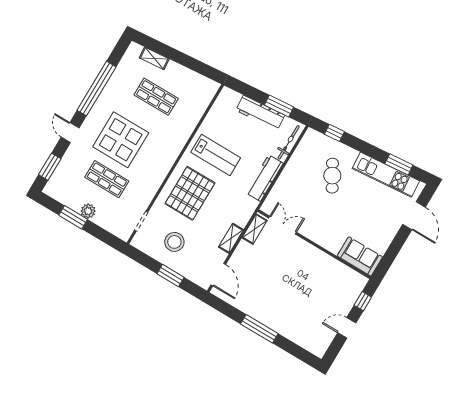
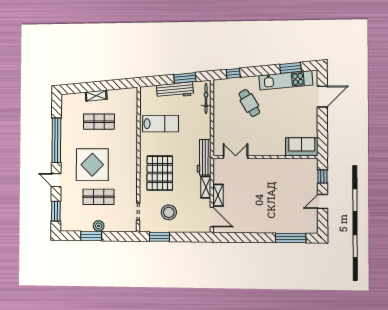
shelving: (154, 58) -> (96, 96), moved
lab bench: (216, 155) -> (161, 124), moved
workbench: (265, 178) -> (204, 157), moved
door: (414, 216) -> (322, 97), hinge flipped
shelving: (255, 229) -> (218, 195), moved
window: (171, 276) -> (159, 237), moved
window: (259, 329) -> (291, 238), moved

